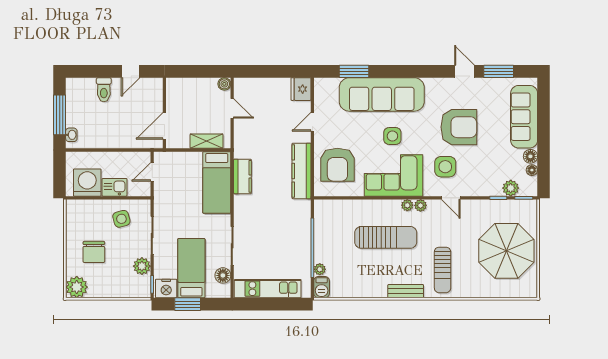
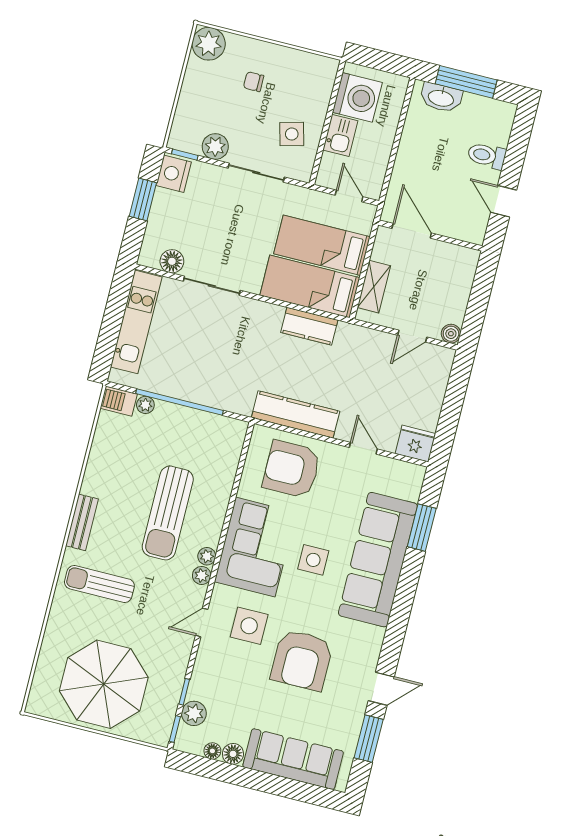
washbasin: (71, 135) -> (441, 98), width x1.91, depth x1.45
chair: (94, 252) -> (254, 82), width x0.54, depth x0.54
bed: (191, 268) -> (322, 245), moved, turned 180

